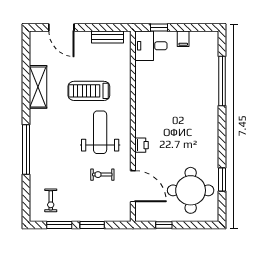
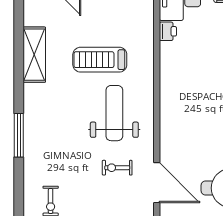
printer: (142, 145) -> (168, 31), moved
window: (26, 149) -> (19, 135), width x0.68

